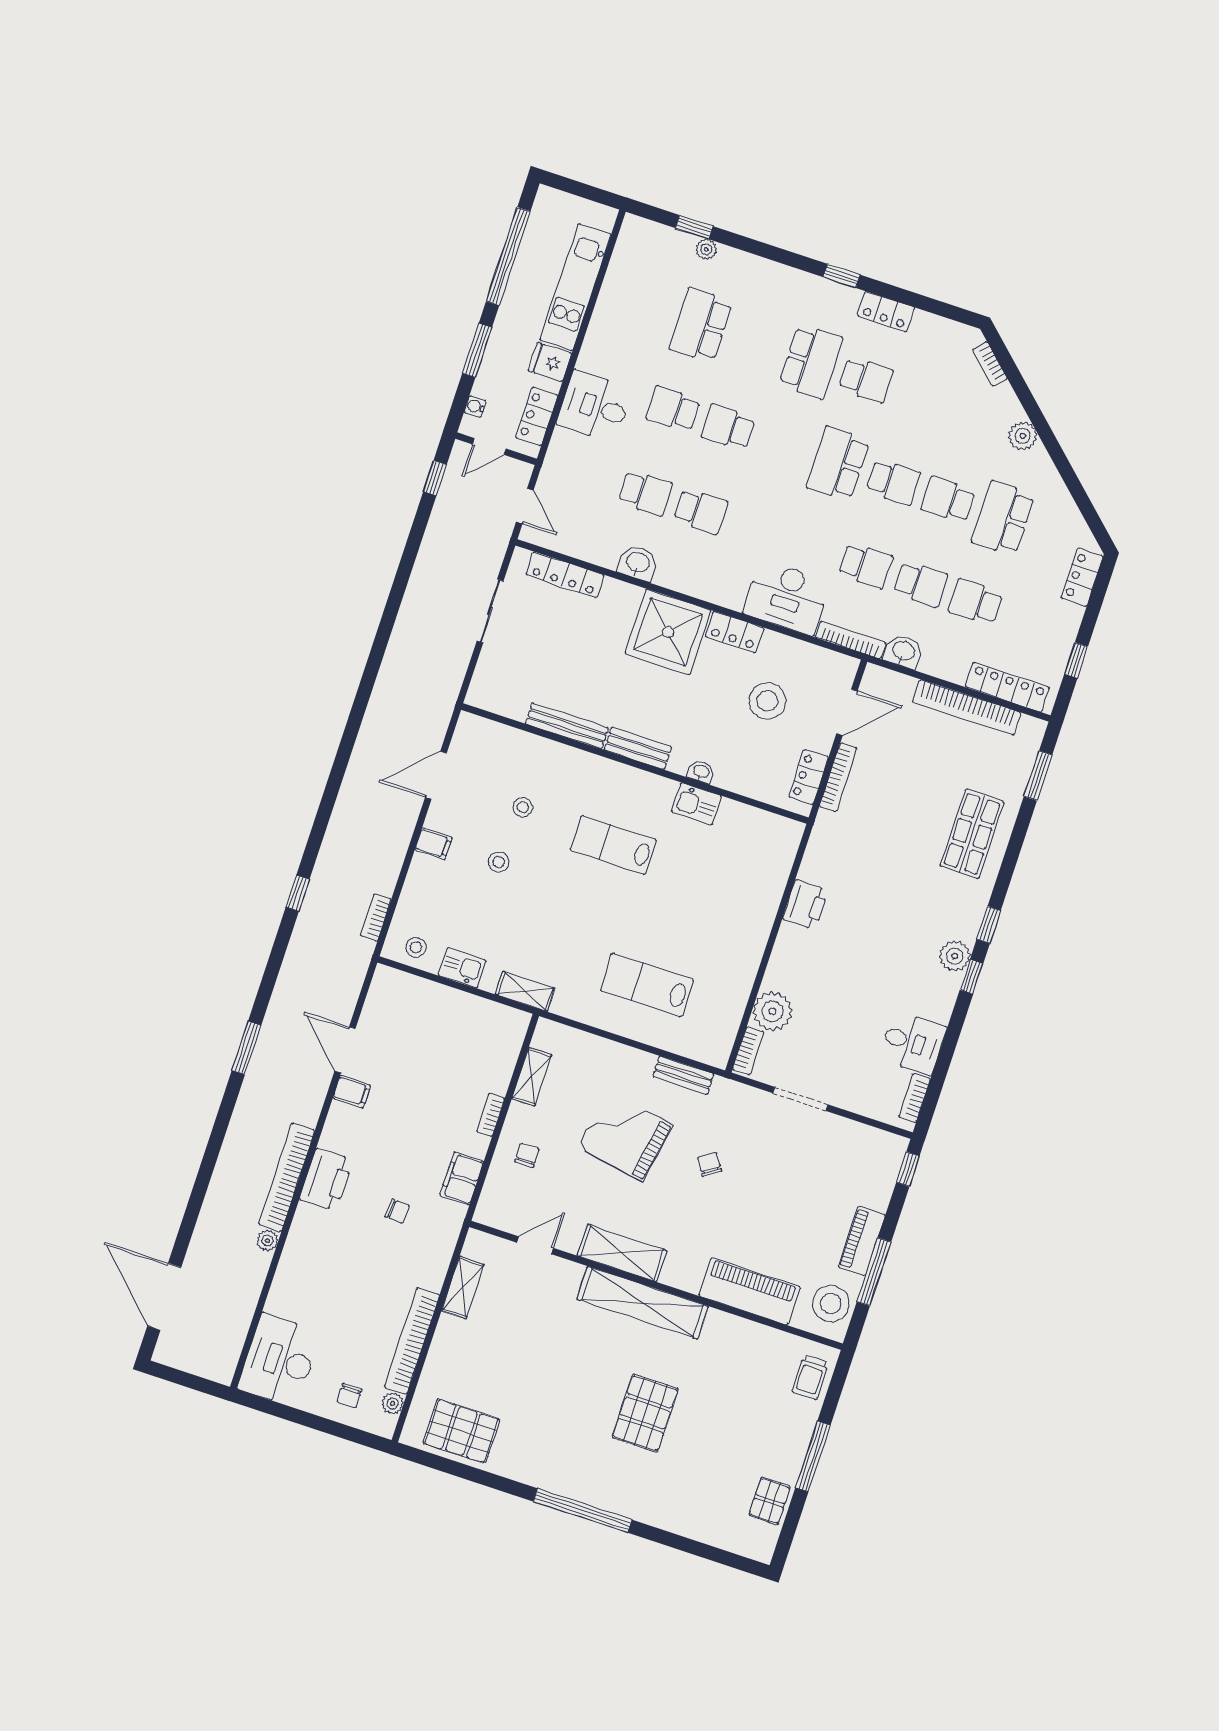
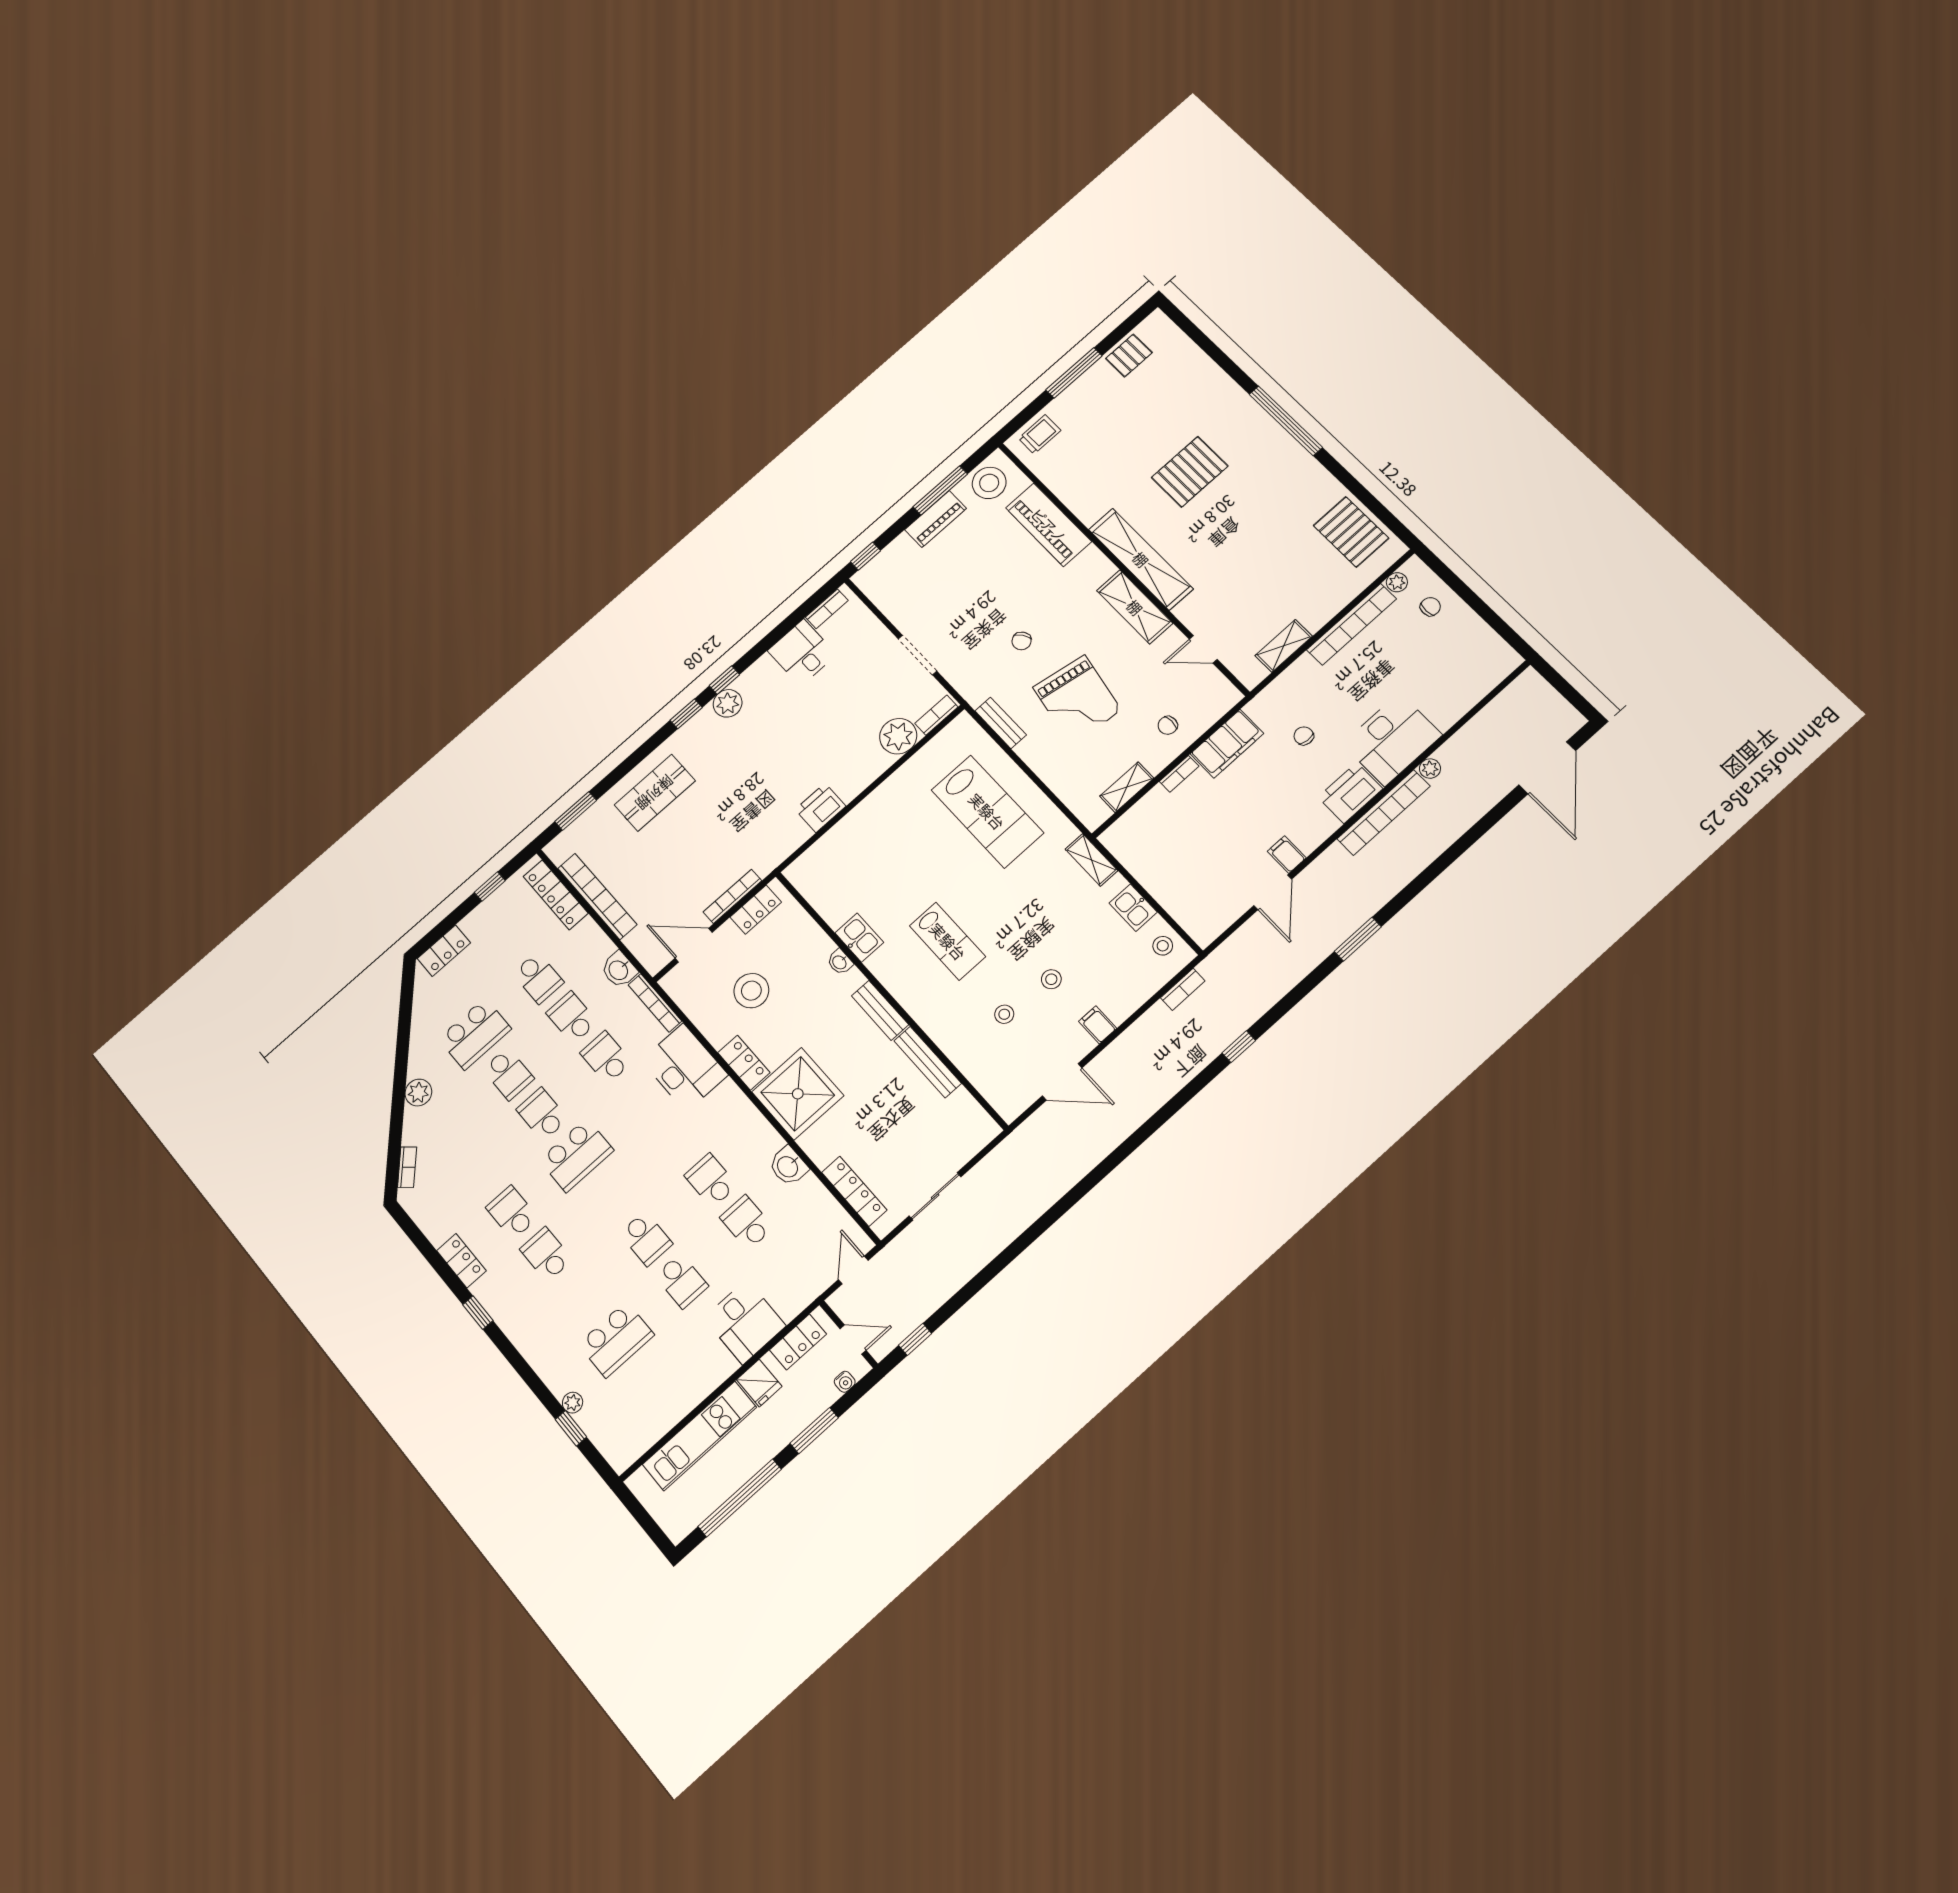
school desk: (811, 362) -> (546, 1254), width x0.54
lab bench: (647, 985) -> (987, 811), width x1.36, depth x1.39
filing cabinet: (462, 1179) -> (1227, 744), width x1.50, depth x1.17
desk: (279, 1360) -> (1392, 739), moved

